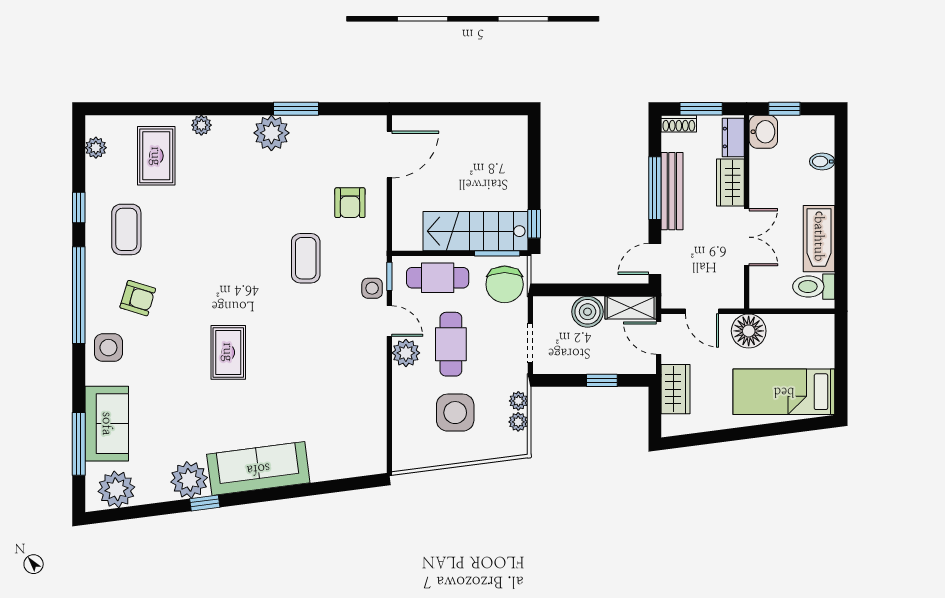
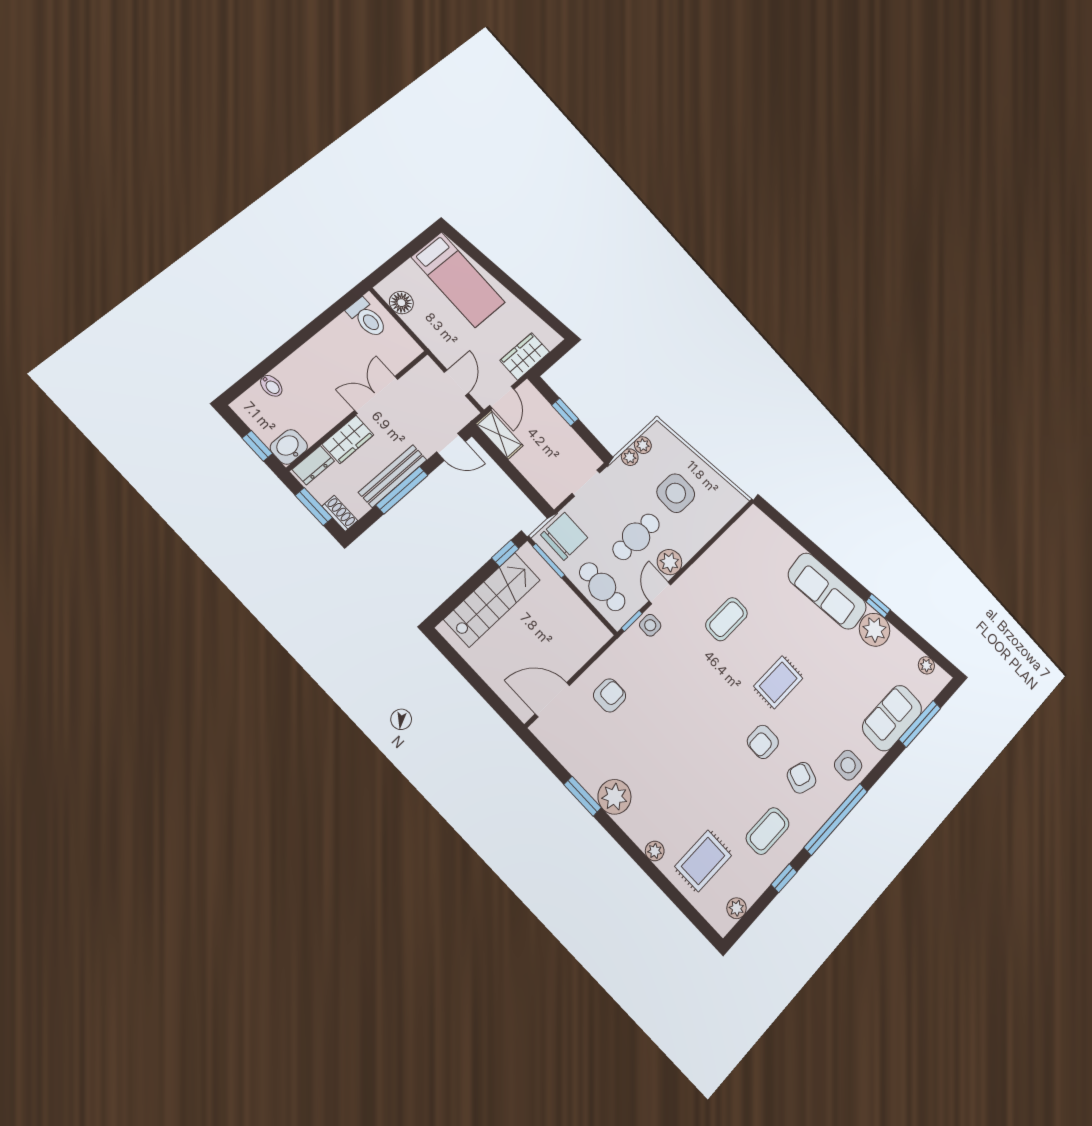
stairs: (476, 231) -> (492, 600), moved, turned -90
bathtub: (819, 239) -> (330, 342), removed
coffee table: (306, 258) -> (727, 619), moved
armchair: (196, 293) -> (763, 742), added
boiler: (588, 312) -> (529, 462), removed
floor lamp: (749, 331) -> (401, 303), moved, width x0.73, depth x0.73
plant: (116, 489) -> (926, 665), width x0.53, depth x0.53

